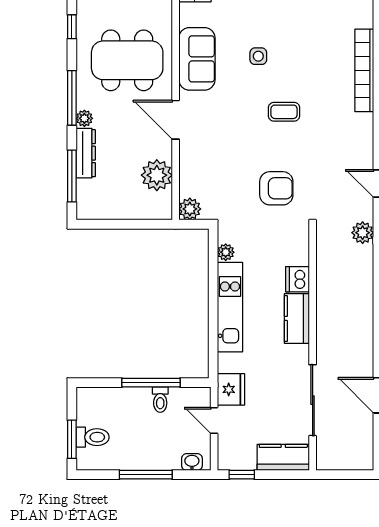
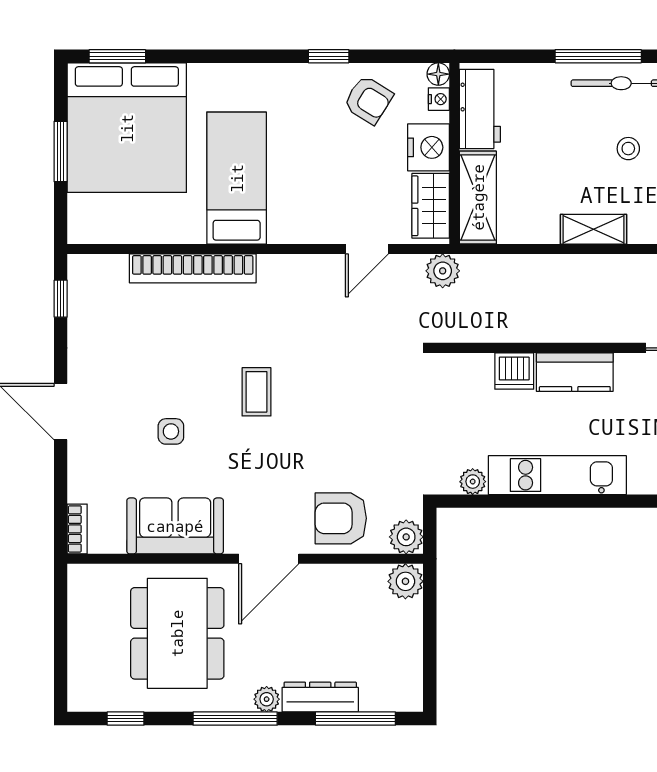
plant: (157, 175) -> (405, 581), moved, width x0.73, depth x0.73
armchair: (276, 188) -> (341, 518), moved, turned -90

